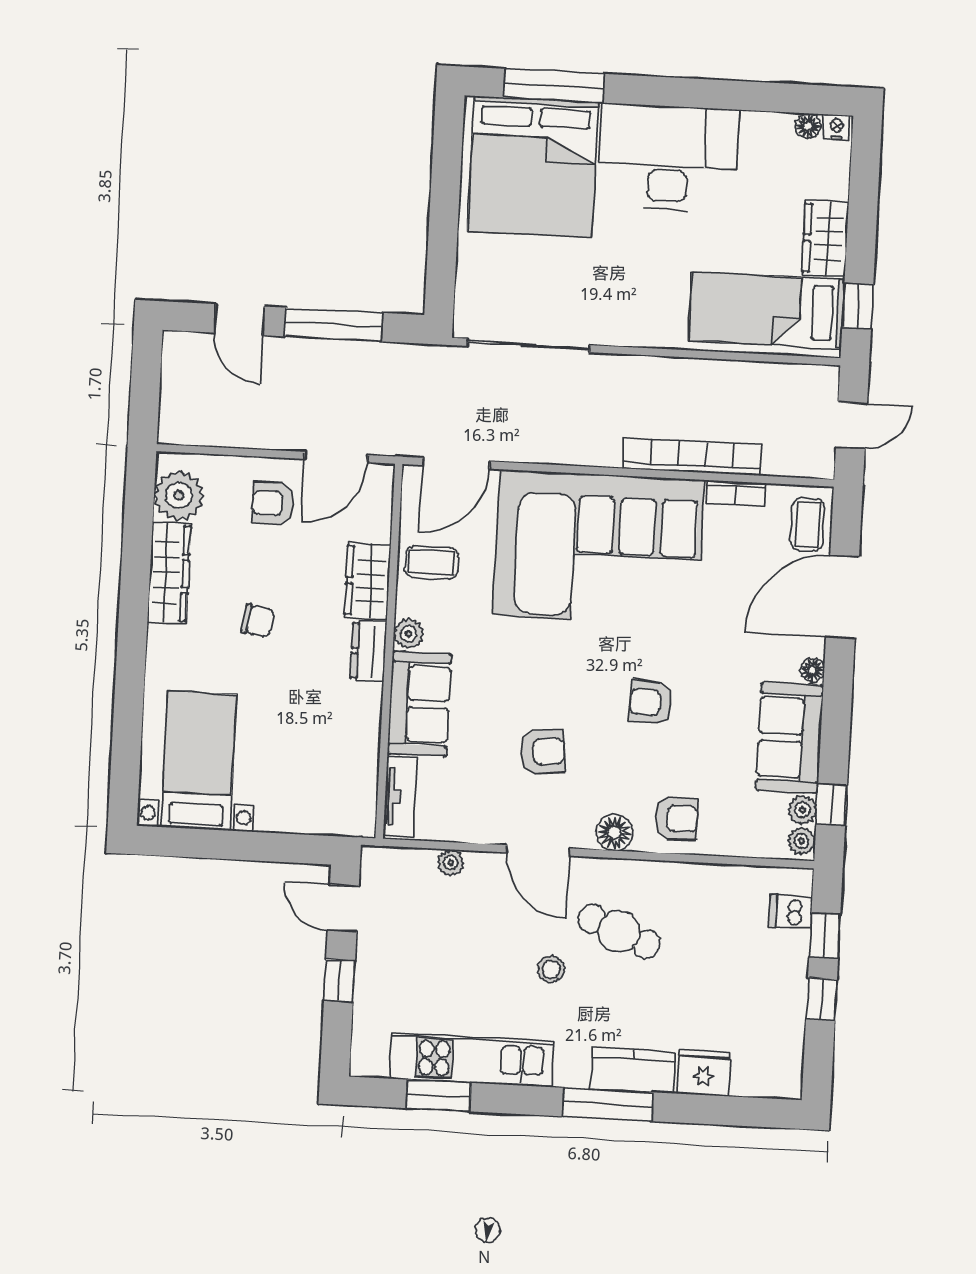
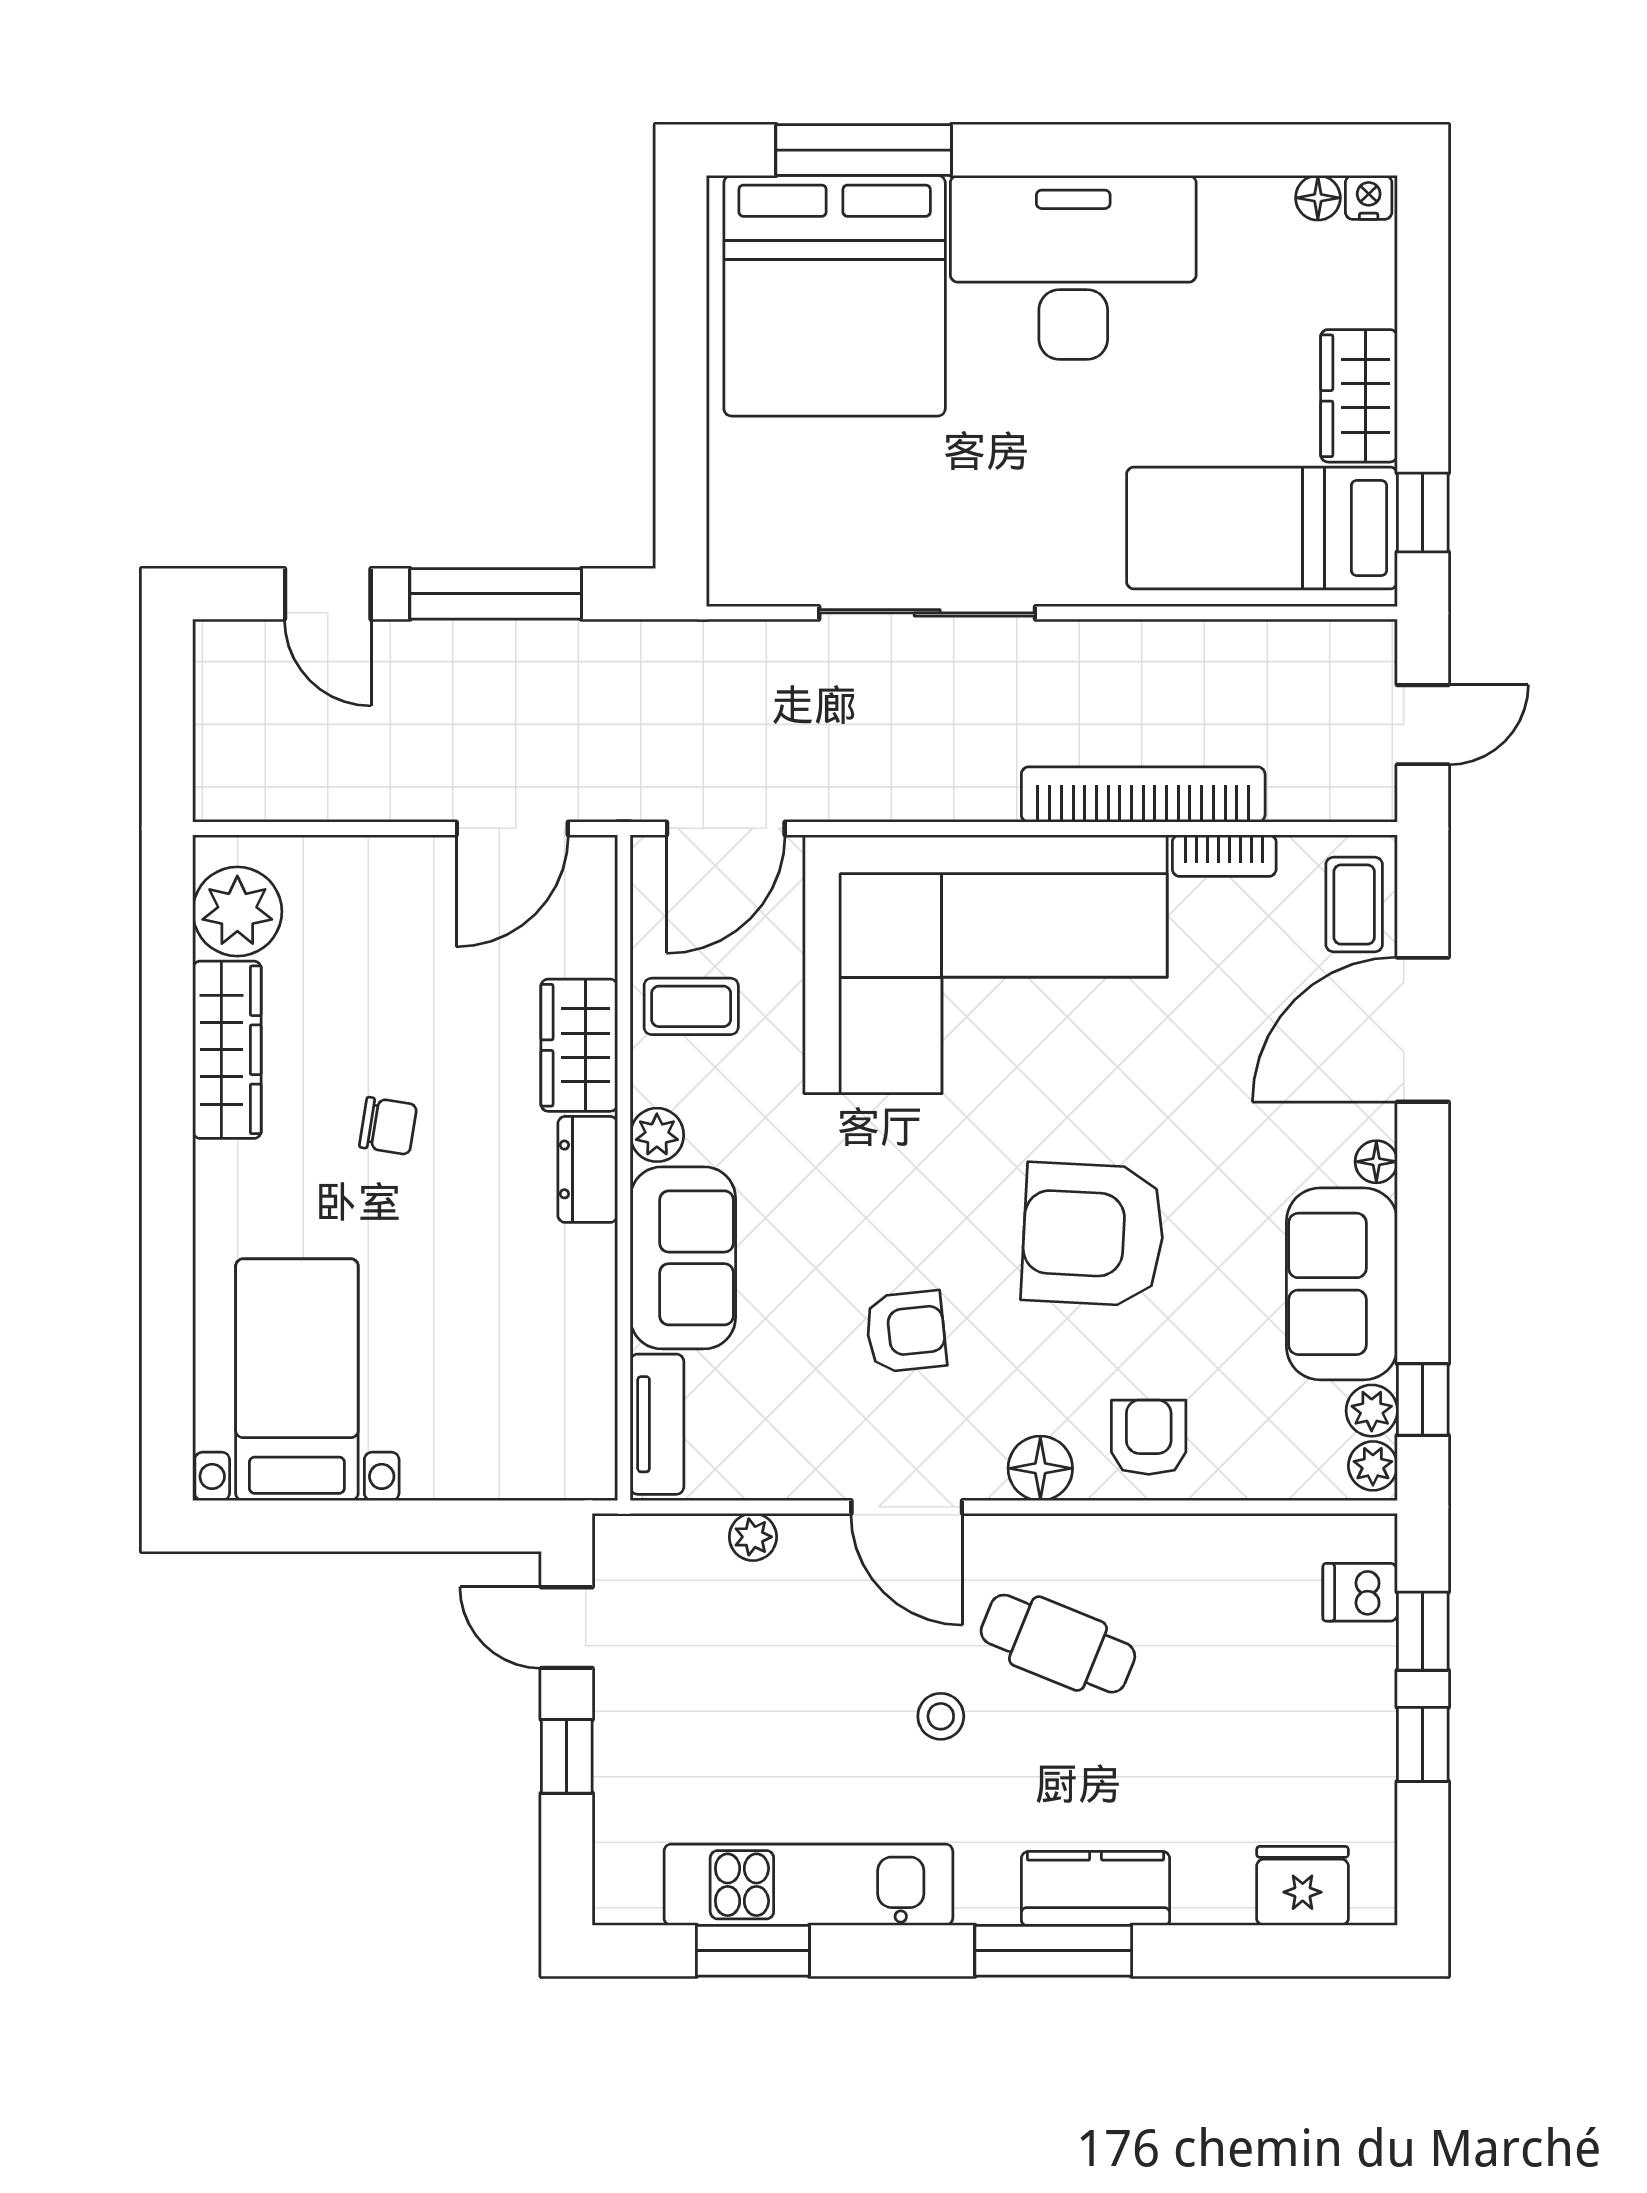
sliding door: (528, 345) -> (927, 613), moved
armchair: (273, 503) -> (405, 916), removed
armchair: (651, 702) -> (1093, 1234), width x1.88, depth x1.88
armchair: (676, 818) -> (1149, 1437), turned -90
fridge: (703, 1073) -> (1303, 1886), moved

